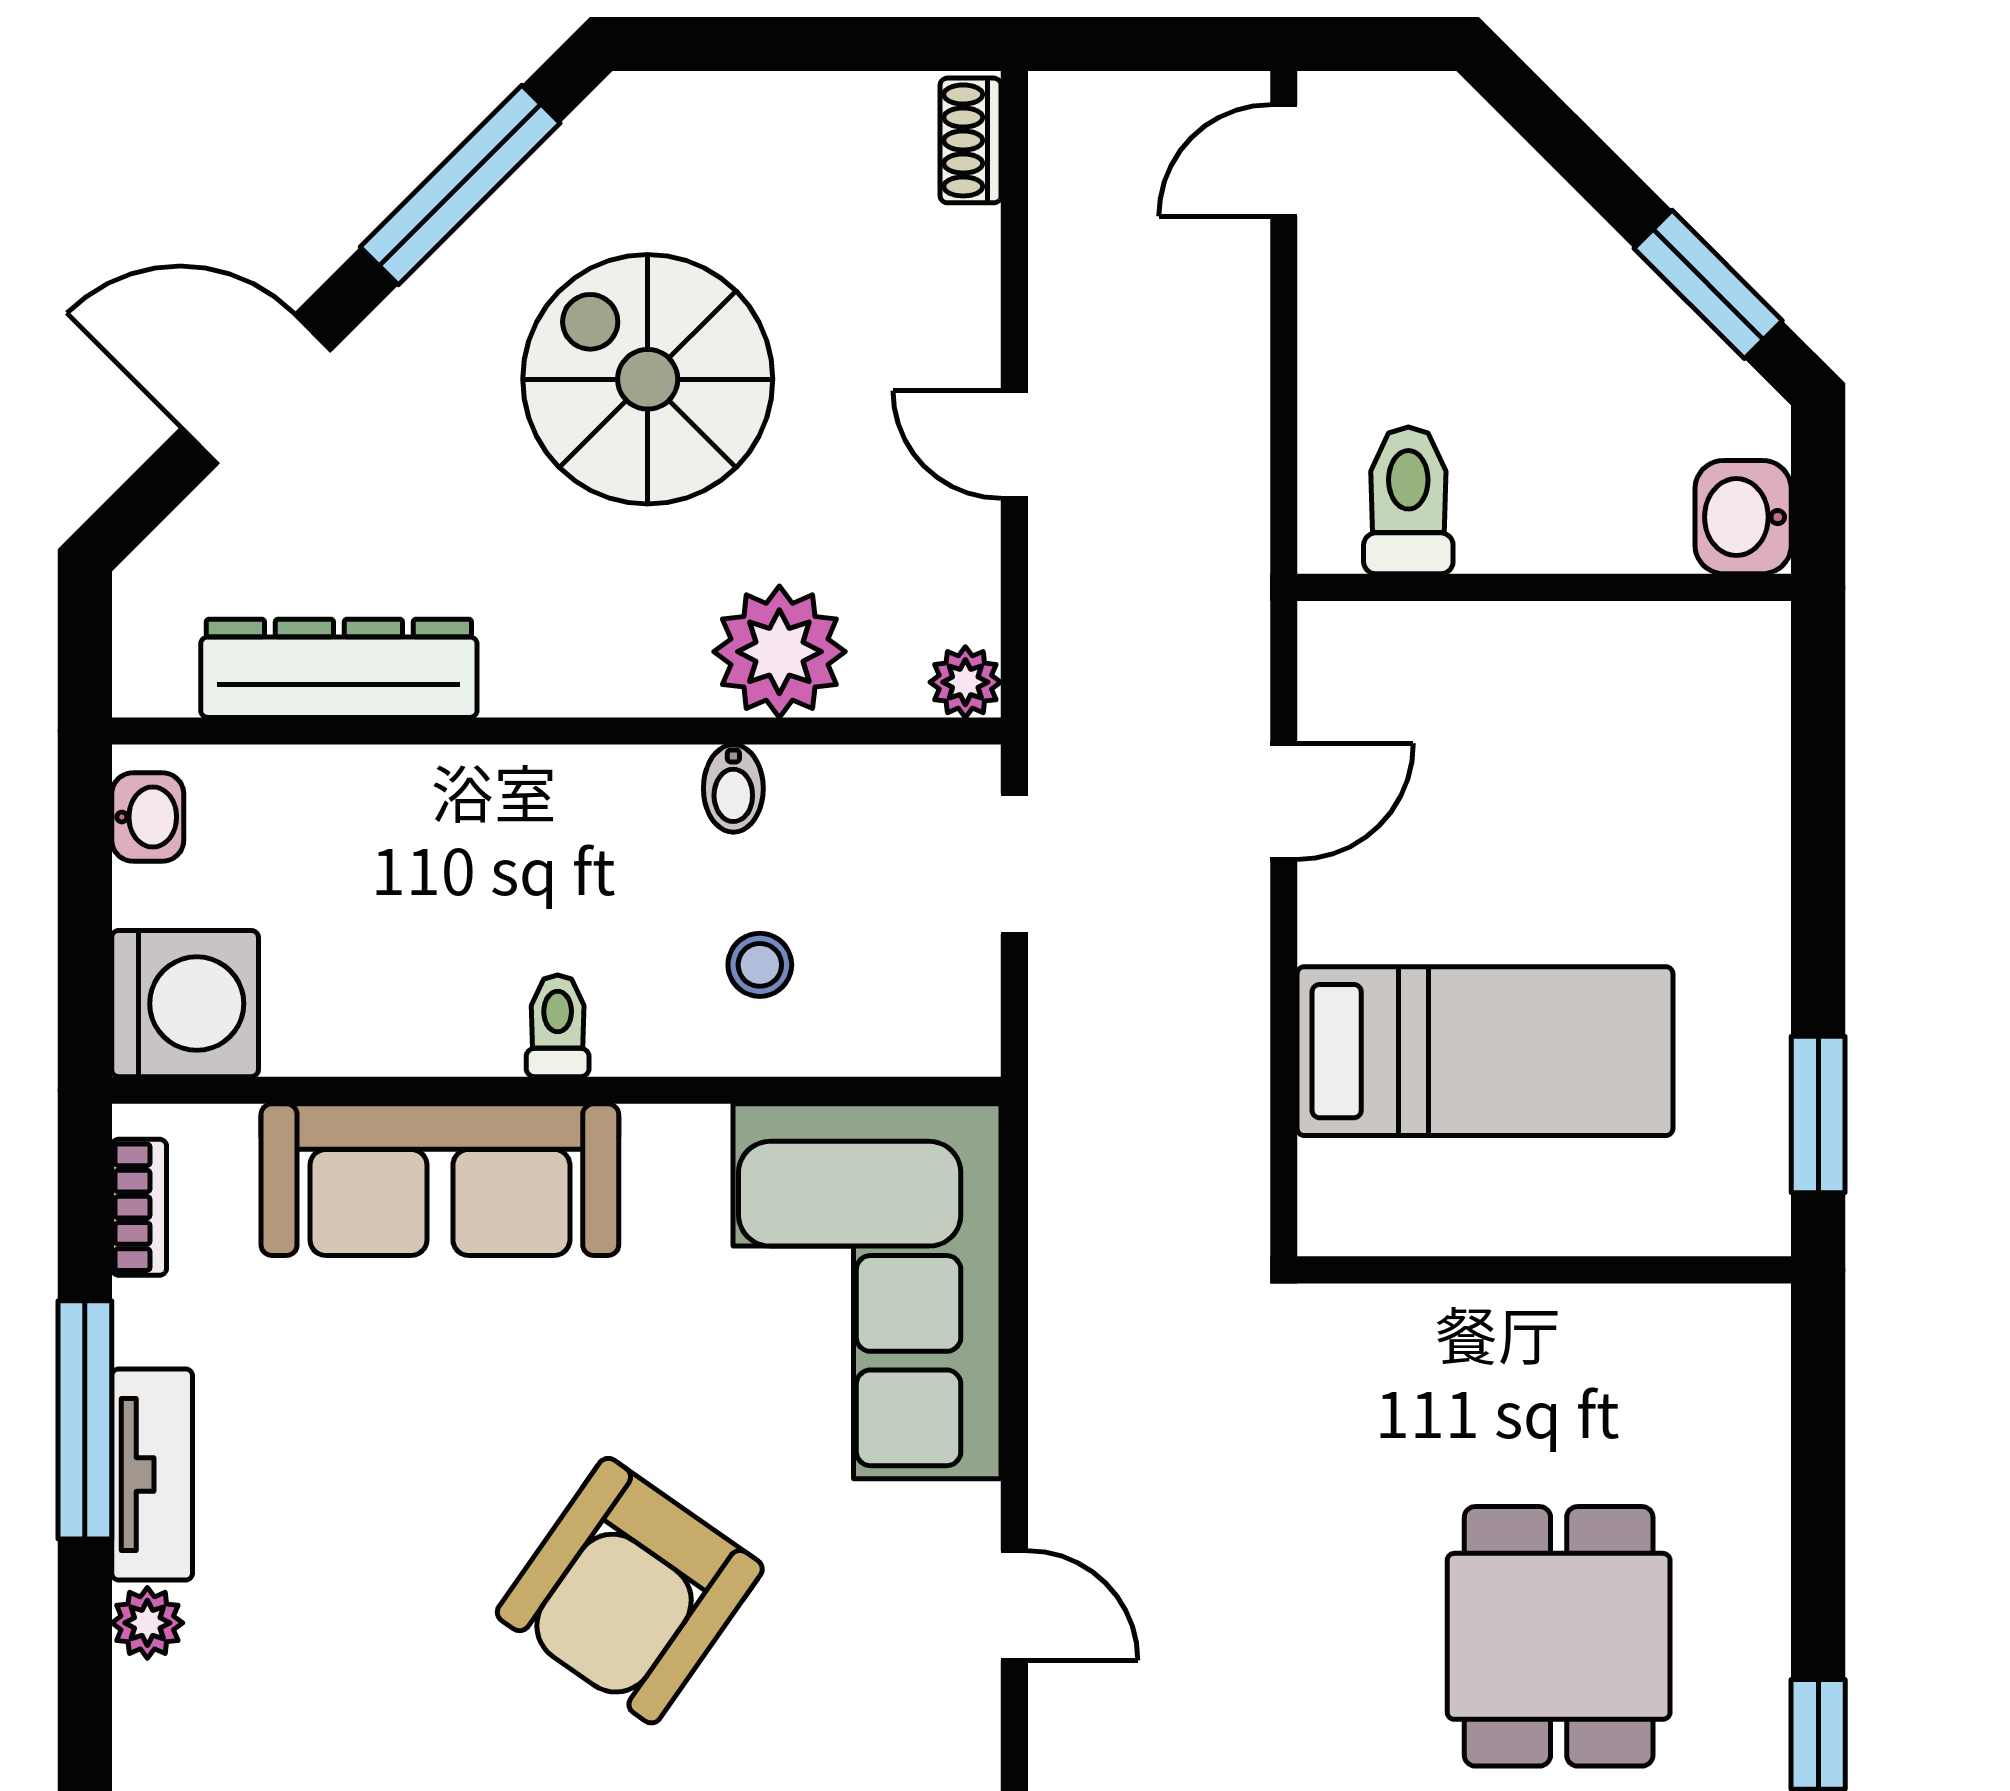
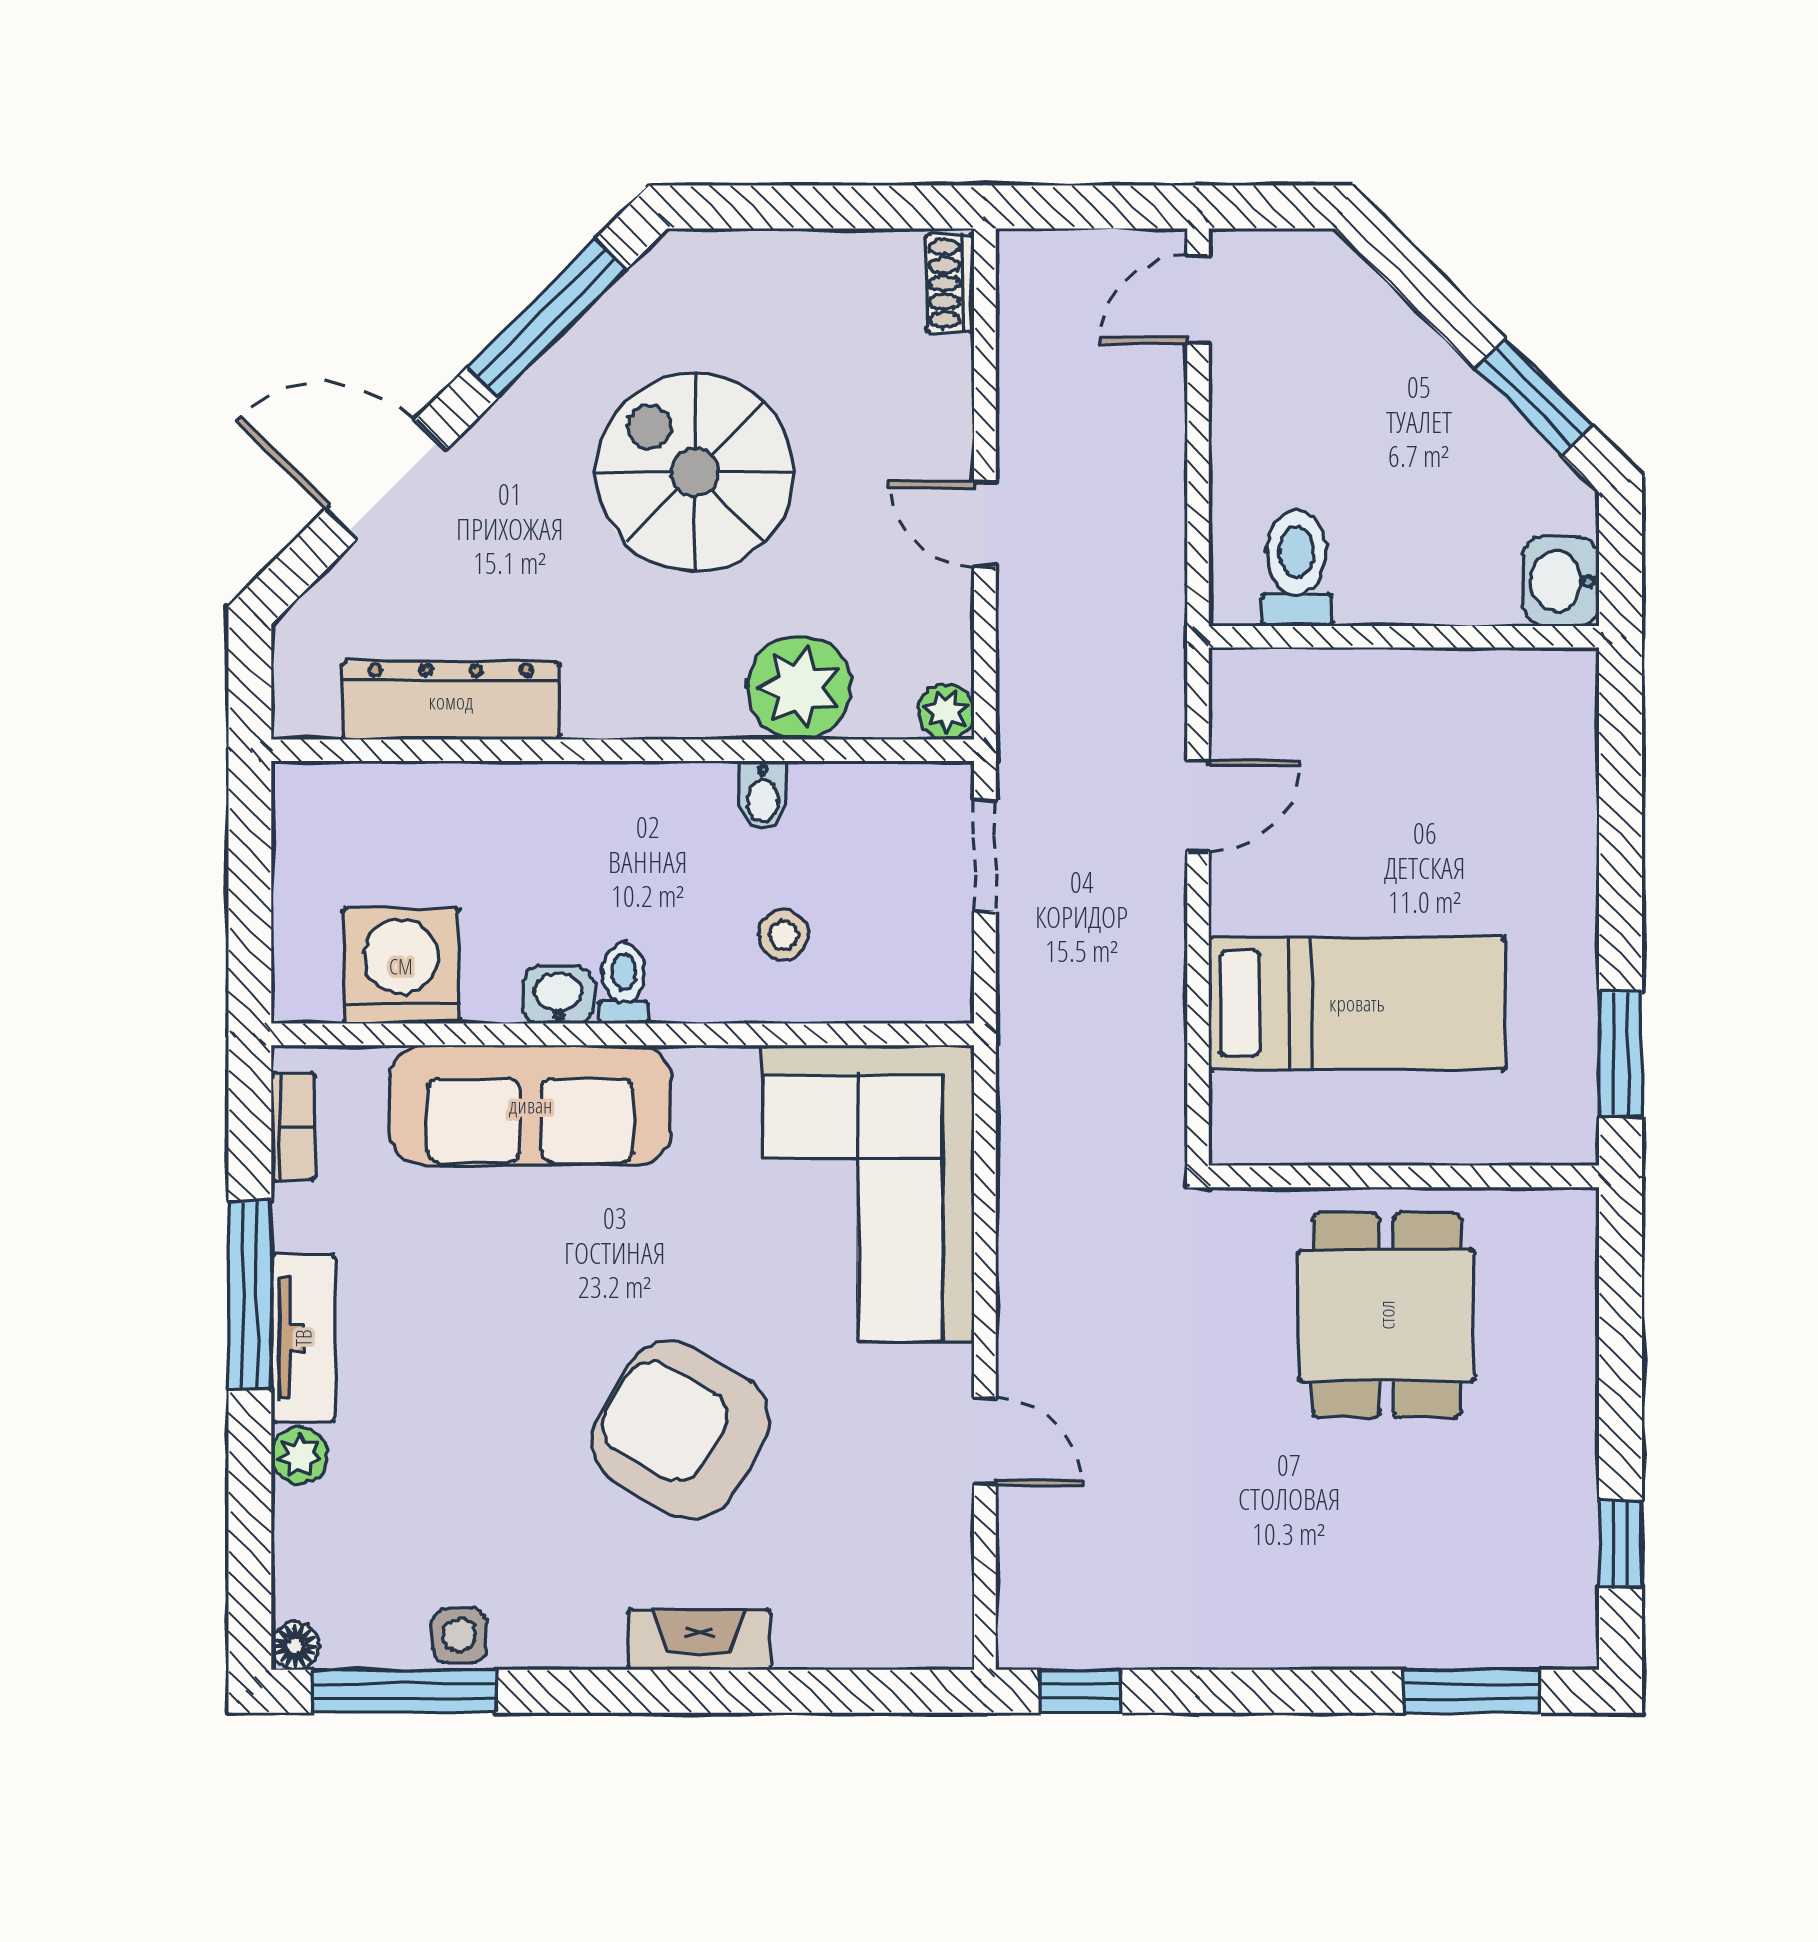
washbasin: (148, 817) -> (558, 995), moved, turned -90
washing machine: (185, 1004) -> (401, 966), moved, turned -90
armchair: (630, 1591) -> (681, 1430), turned 85
dining table: (1559, 1636) -> (1386, 1315), moved

